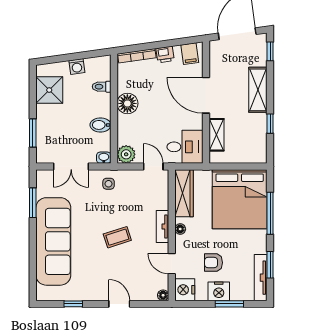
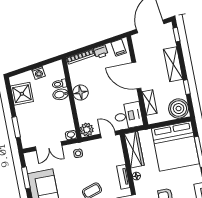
bidet: (100, 125) -> (61, 94), moved
boiler: (254, 150) -> (179, 109), added

